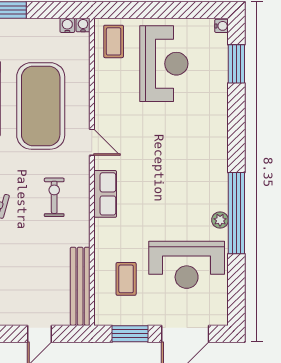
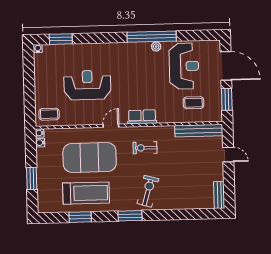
reception desk: (164, 64) -> (87, 85), moved

